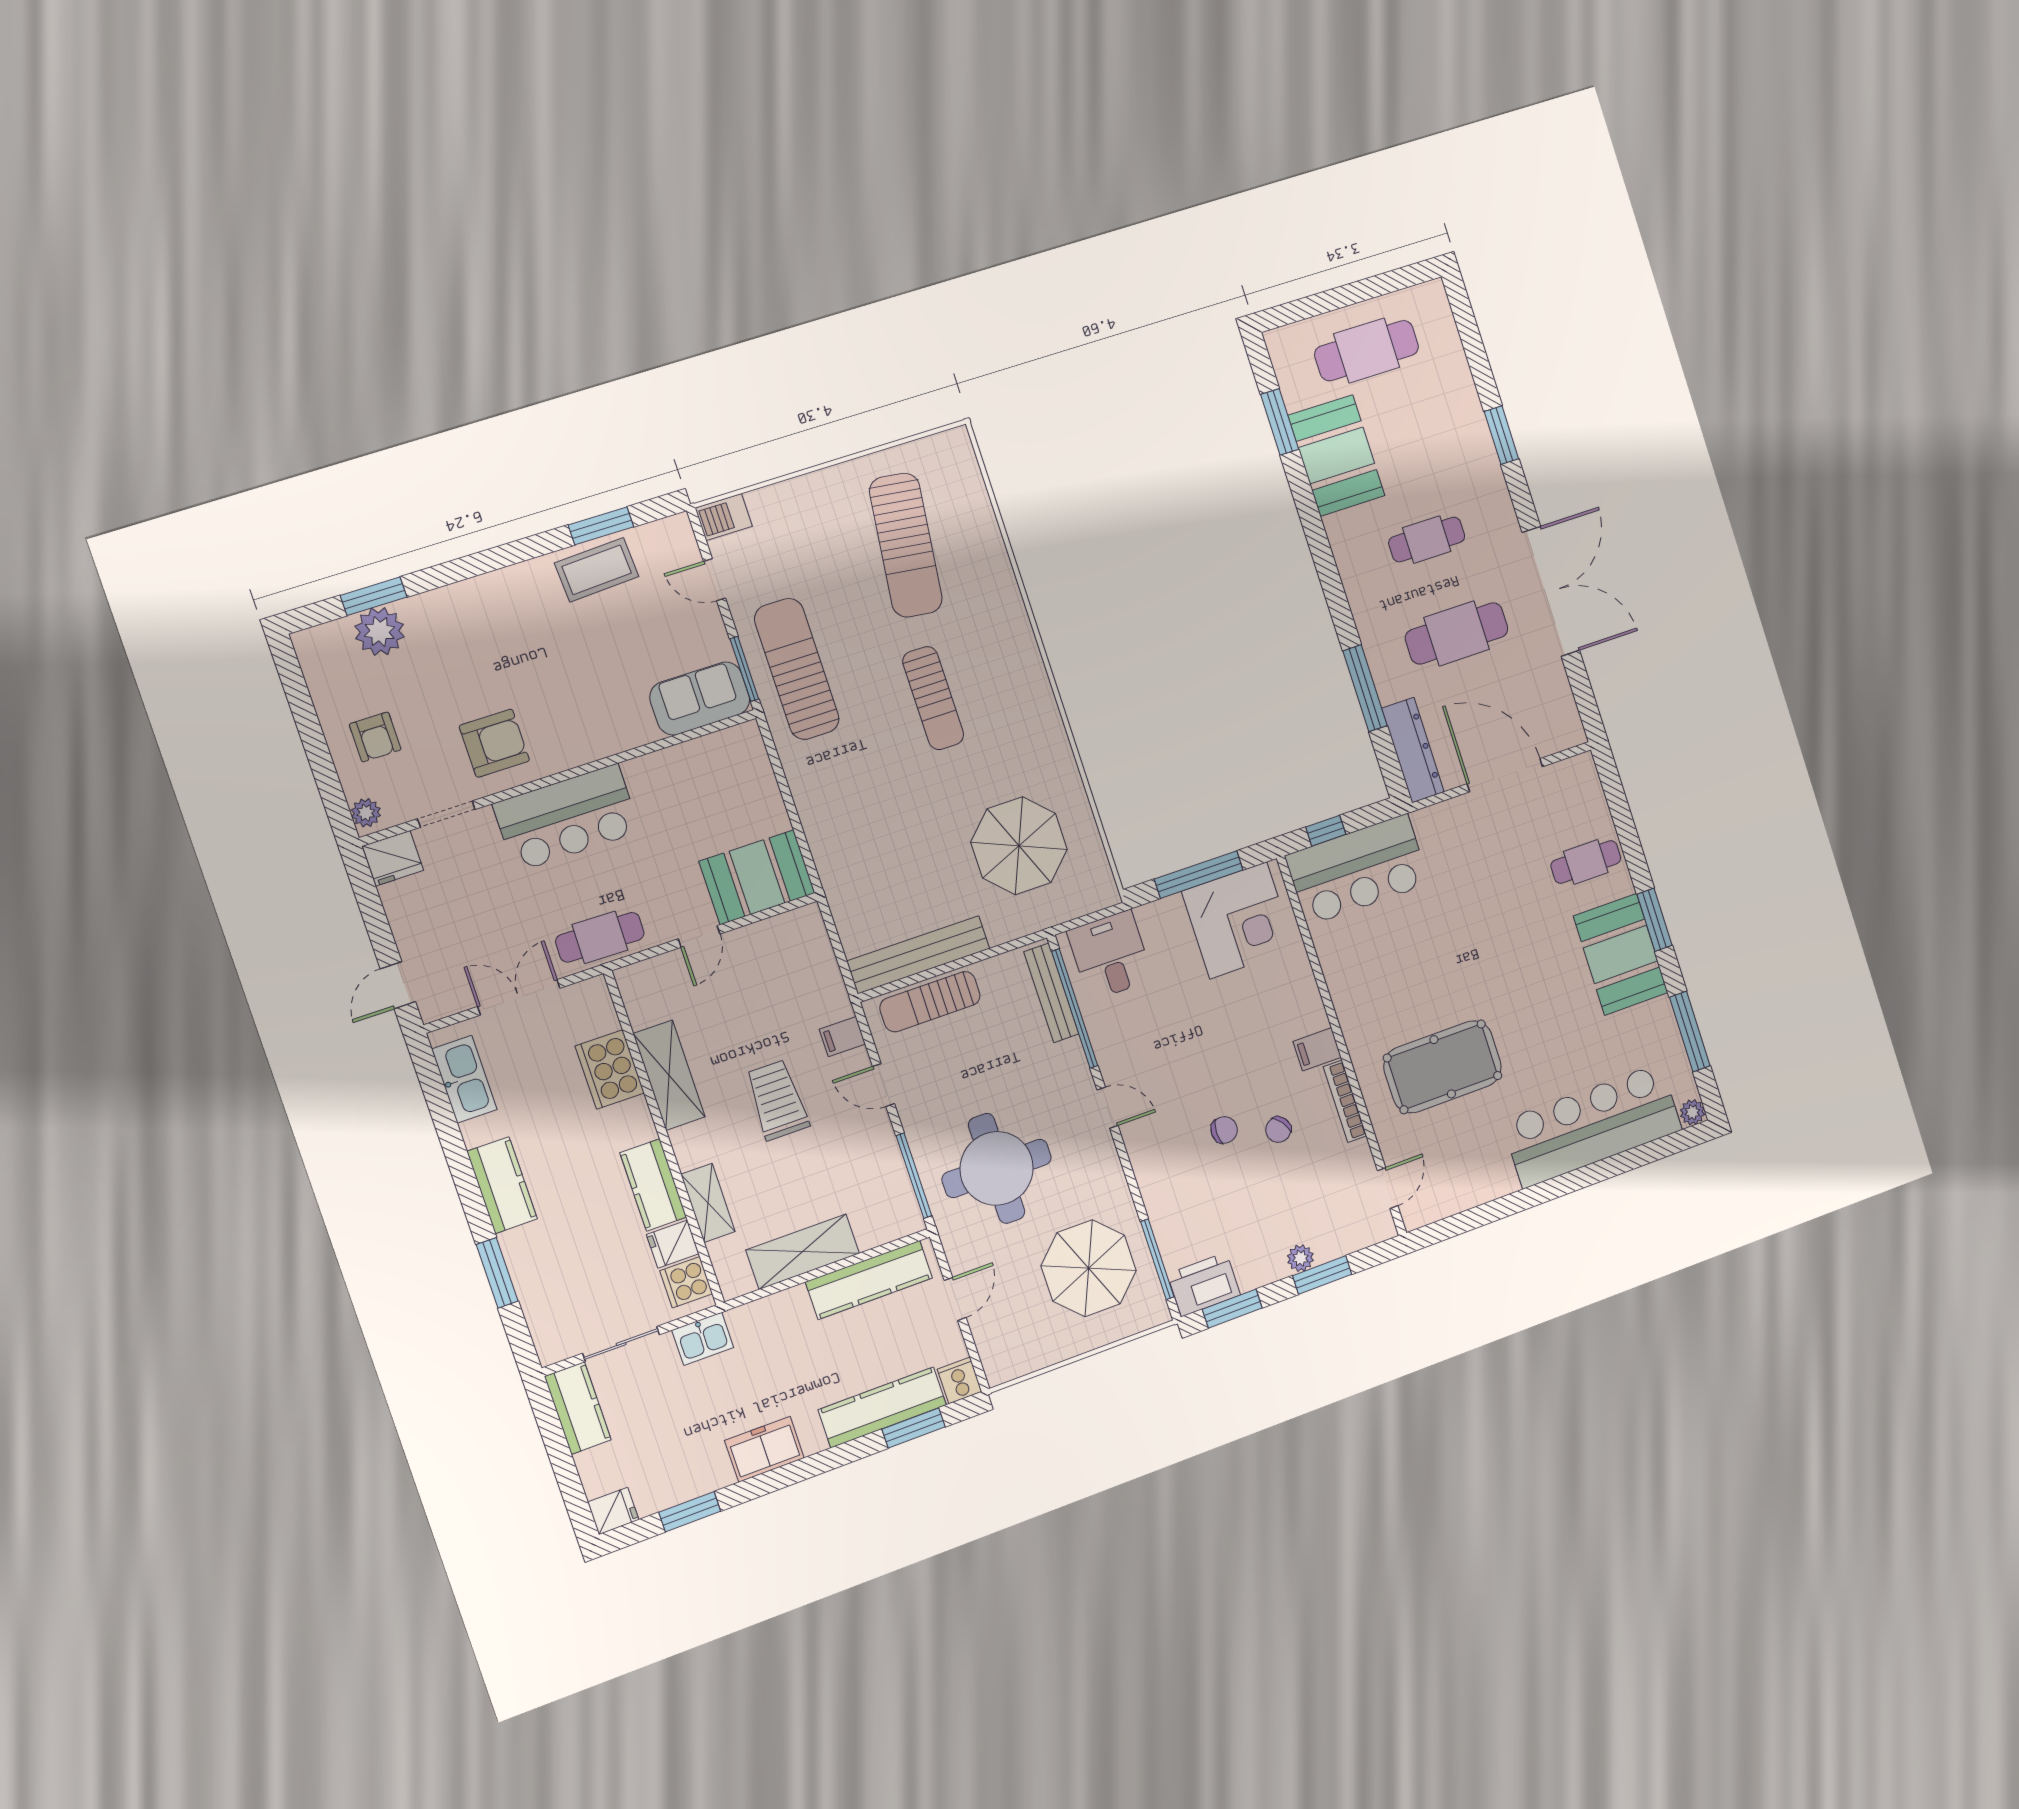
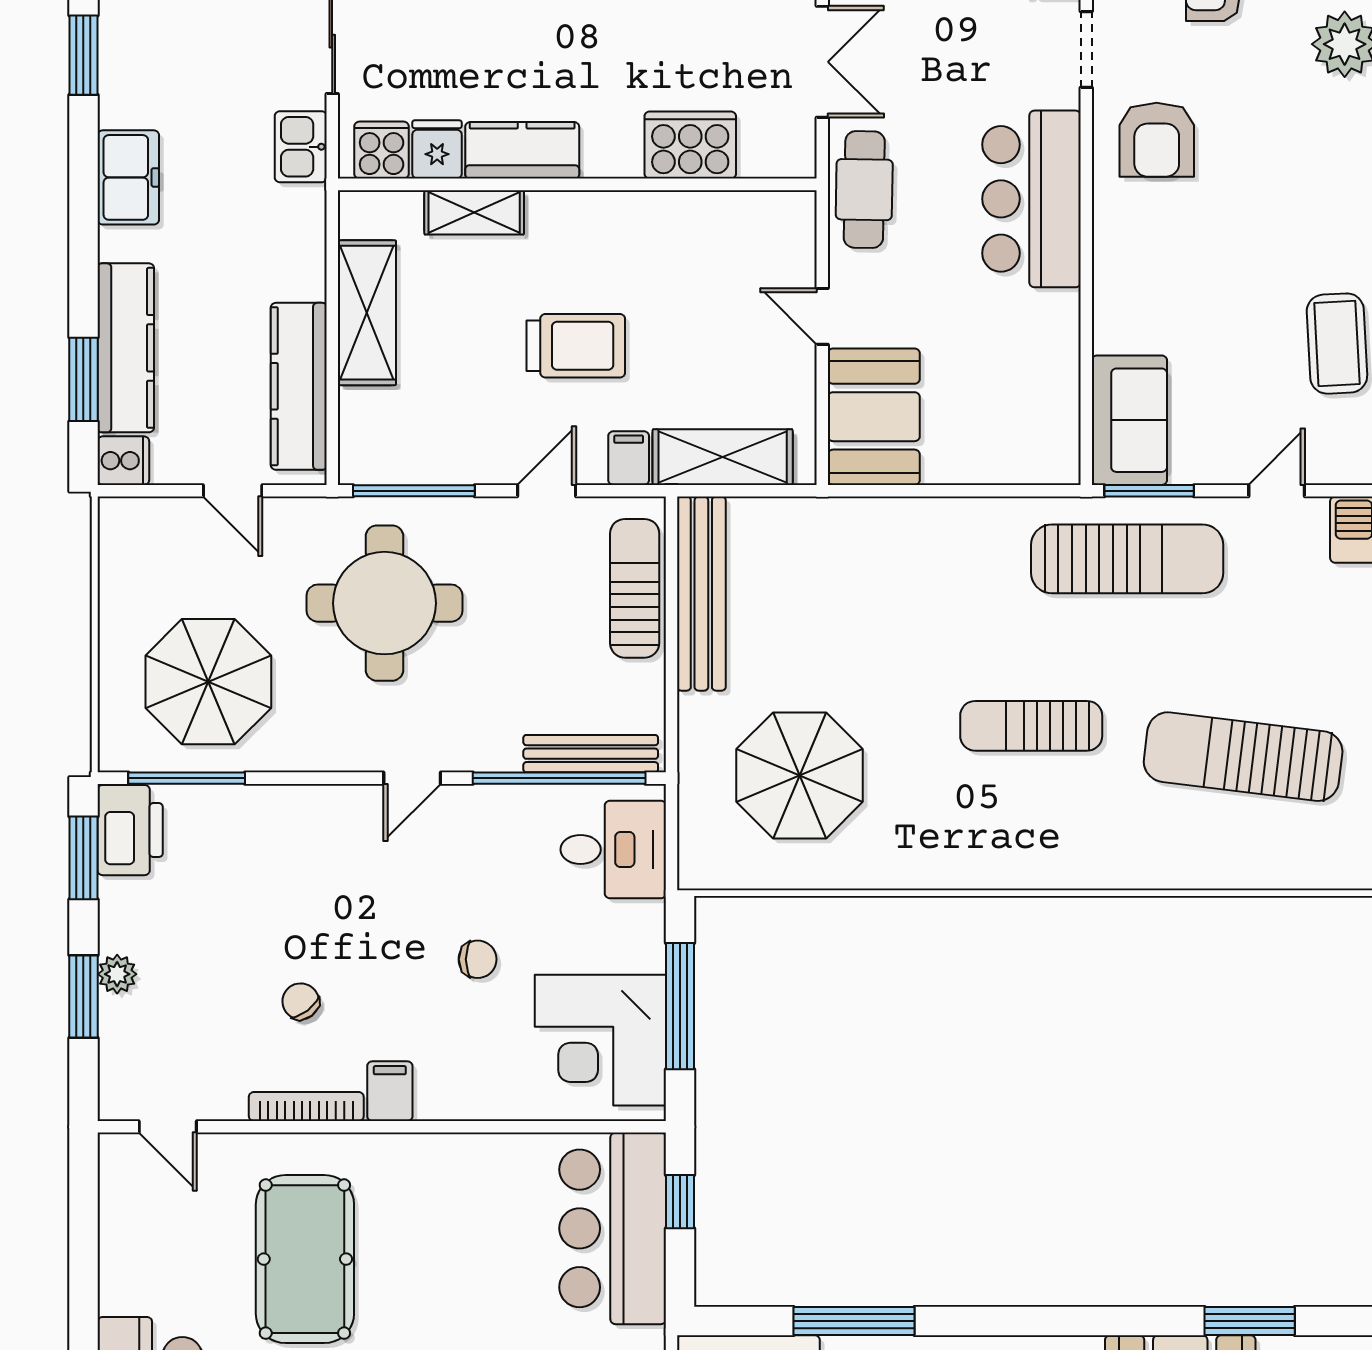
shelving: (669, 1075) -> (723, 457), moved
chair: (1224, 1130) -> (478, 959), moved, turned -90

